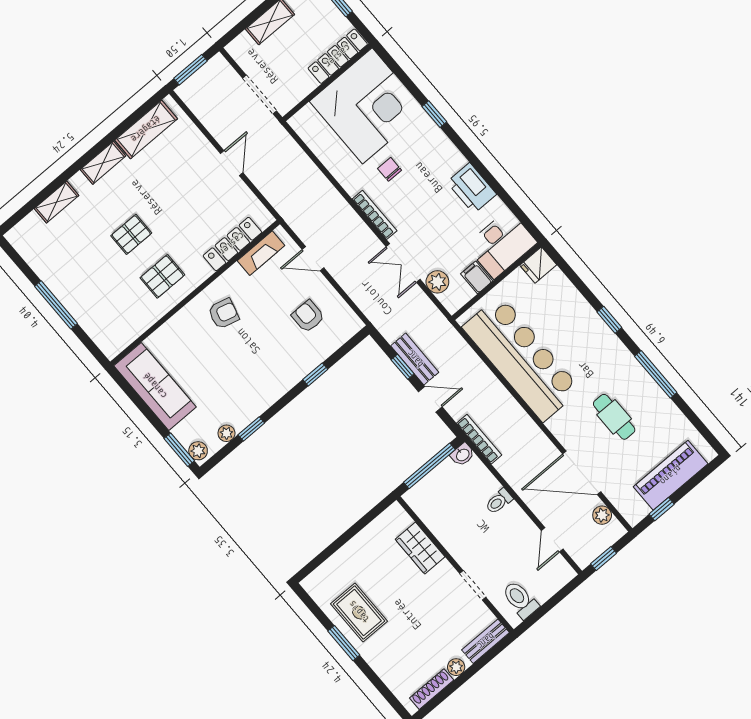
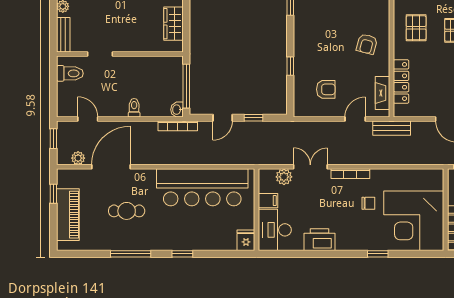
bench: (415, 359) -> (392, 128), moved
wardrobe: (420, 548) -> (173, 24), moved, turned -90

